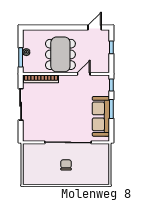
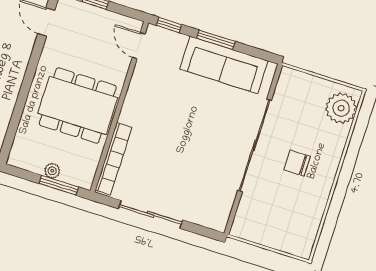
door: (84, 74) -> (139, 46), moved
plant: (98, 177) -> (341, 108), added

